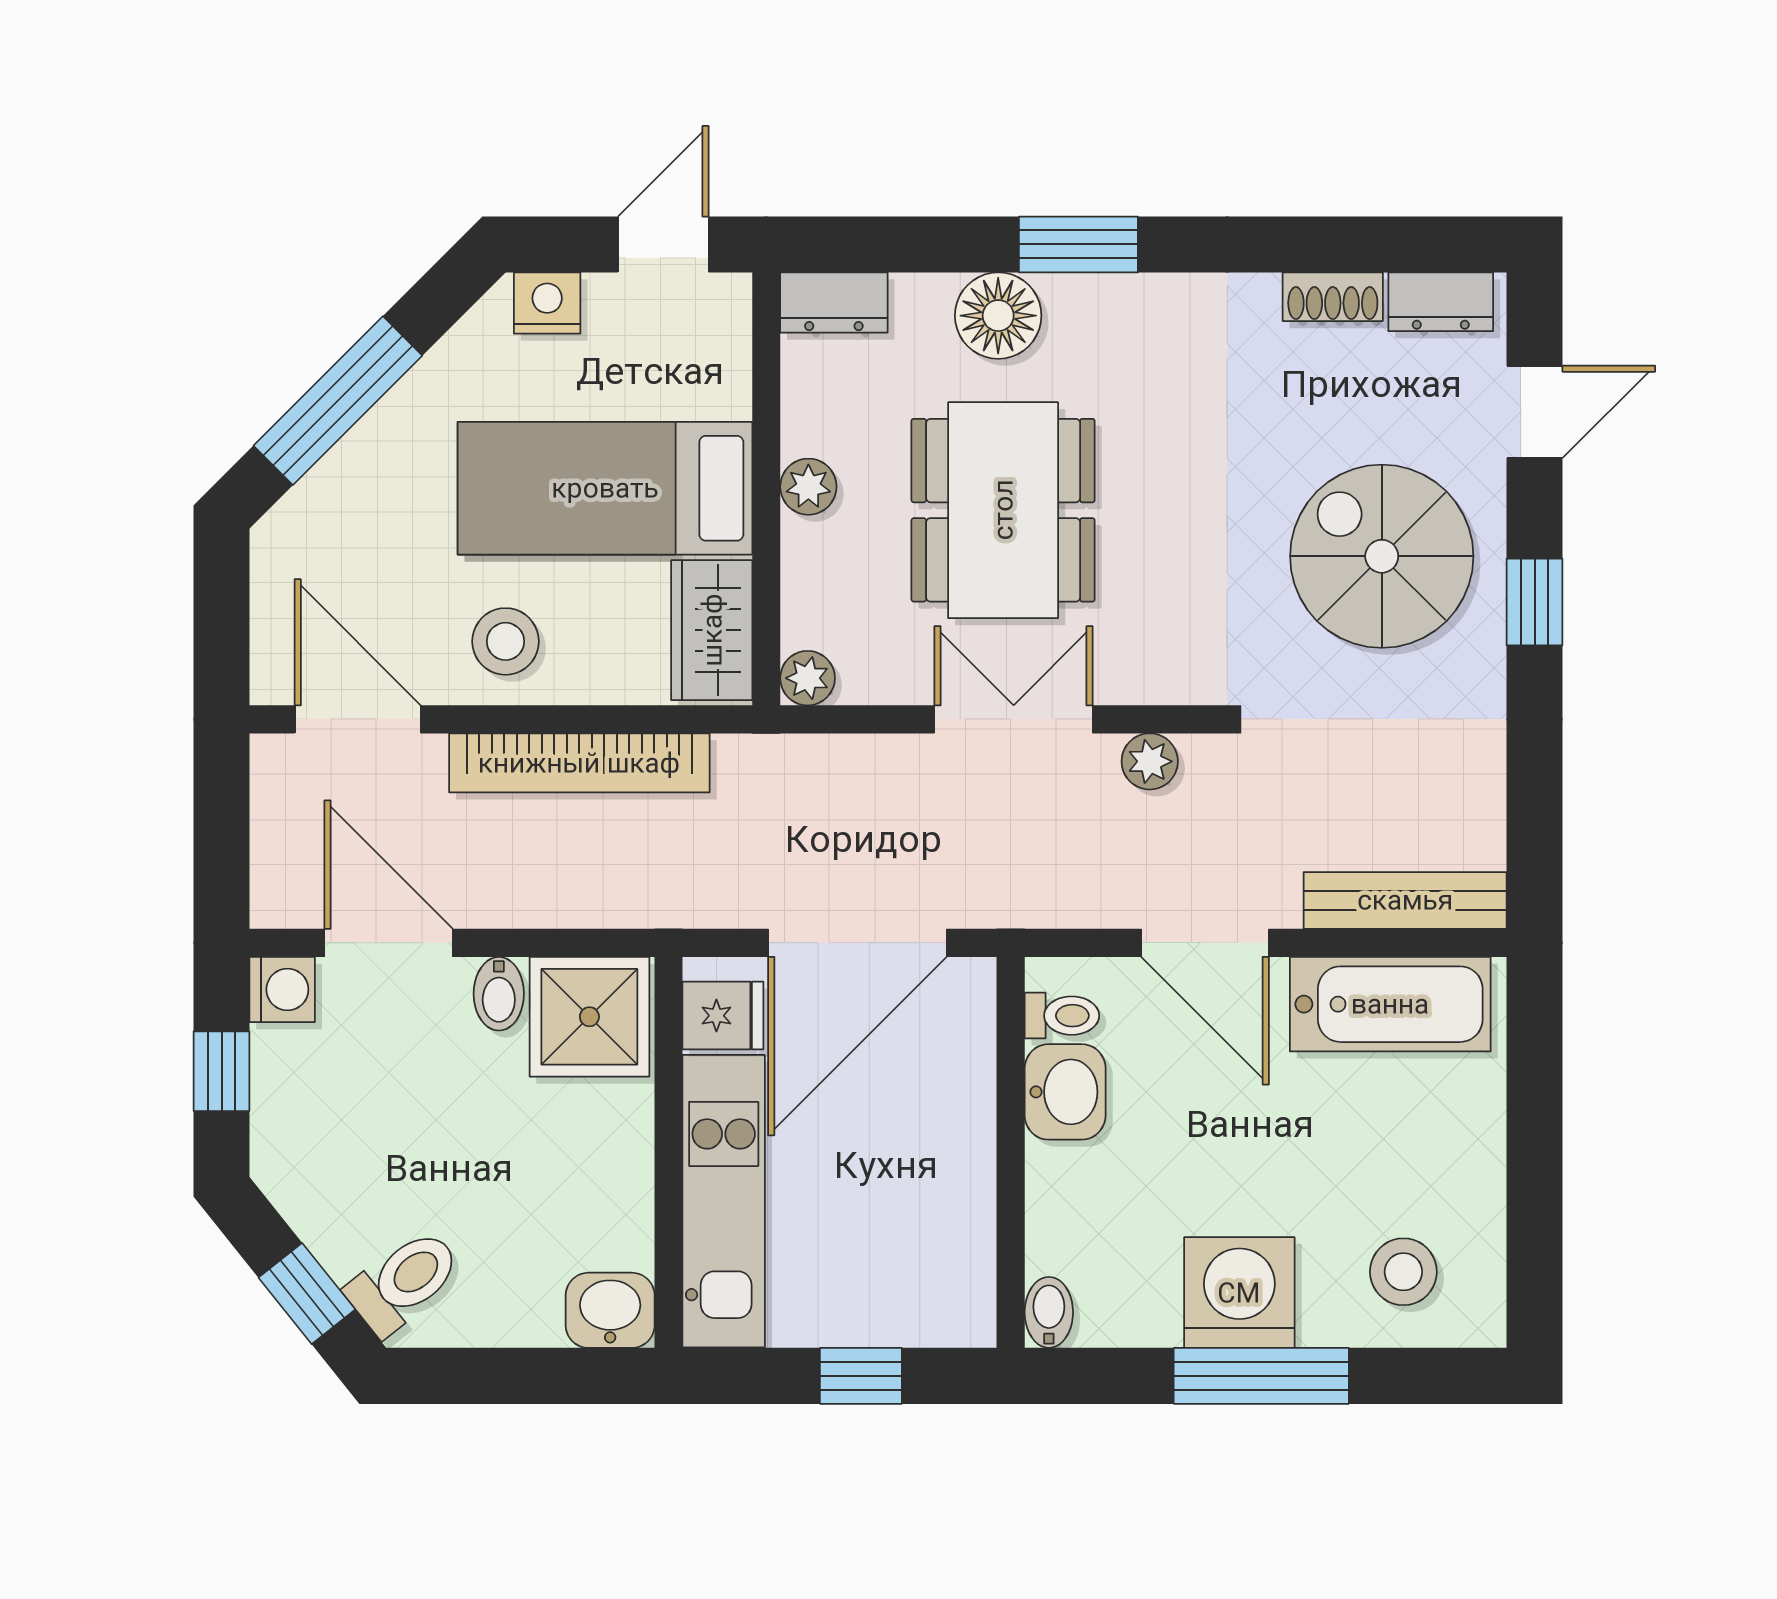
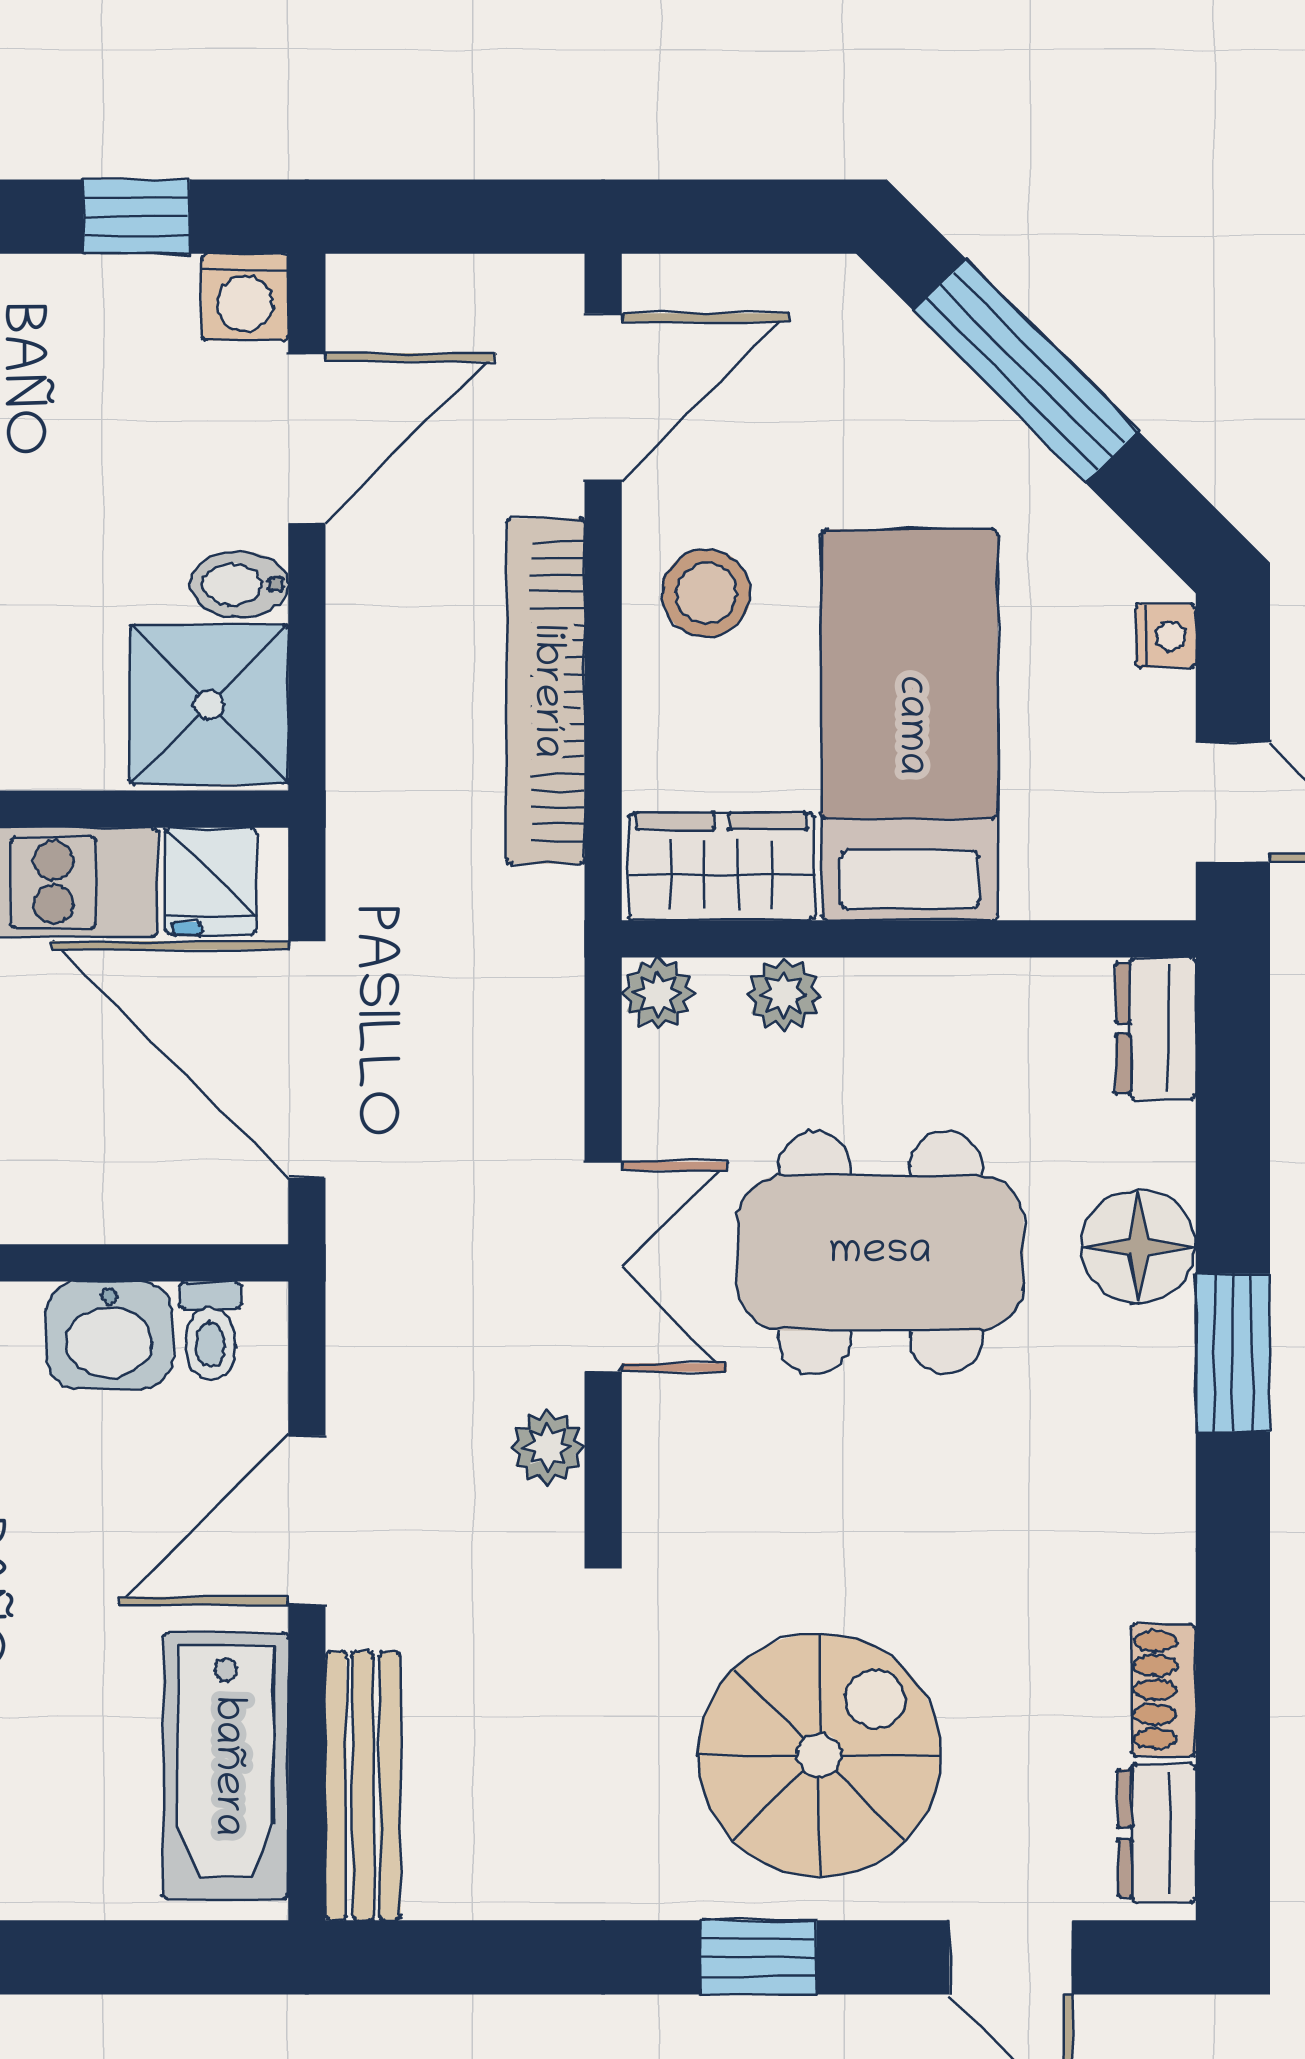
nightstand: (547, 303) -> (1166, 636), width x0.72, depth x0.74
plant: (808, 487) -> (783, 995), moved

